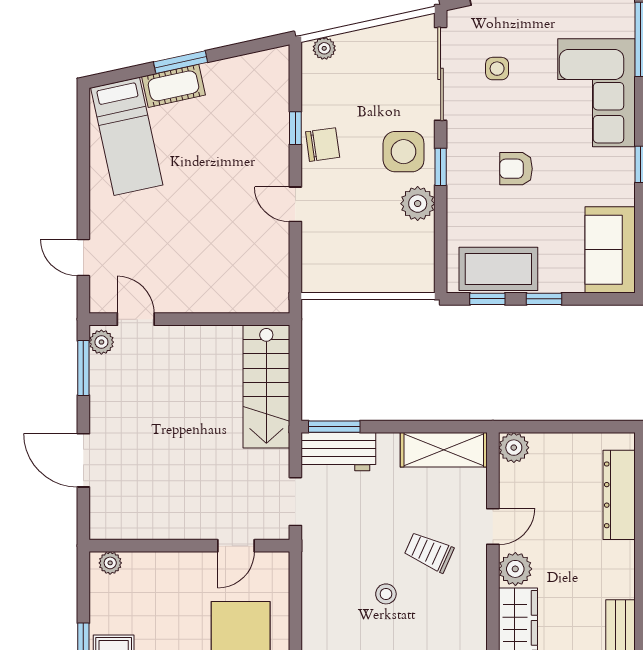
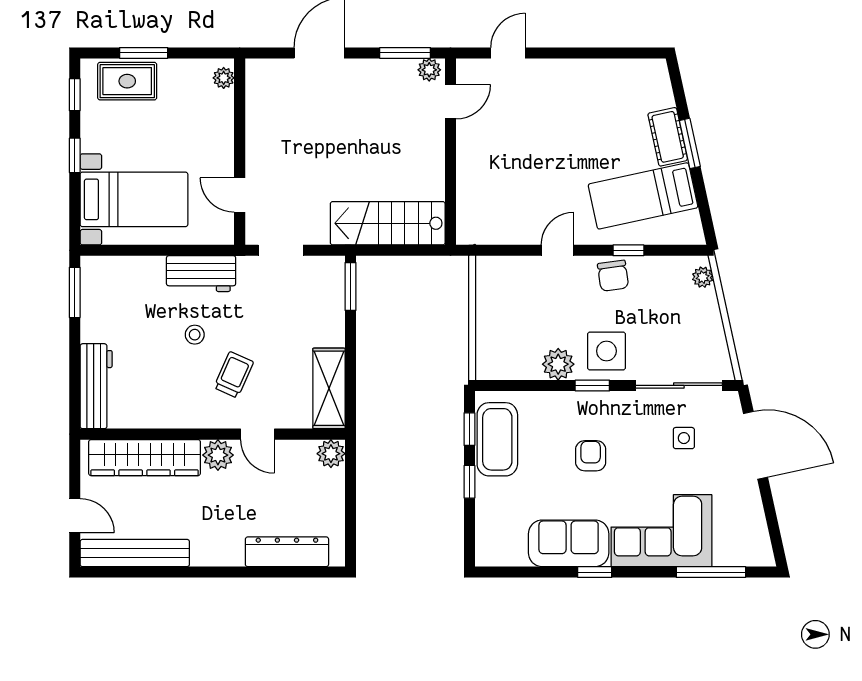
bed: (127, 136) -> (643, 196), moved
sofa: (610, 250) -> (569, 543), moved
workbench: (338, 452) -> (201, 274), moved, turned -90

